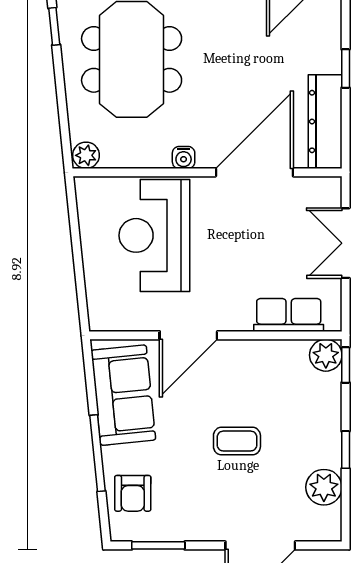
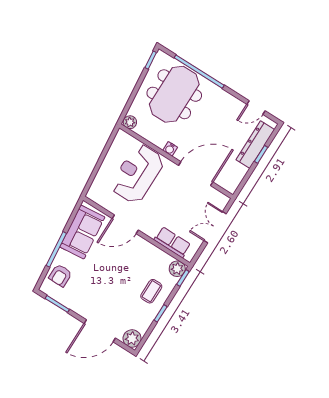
dresser: (325, 122) -> (255, 145), moved
coffee table: (237, 441) -> (151, 291), moved, turned 90
plant: (324, 487) -> (132, 339), moved

